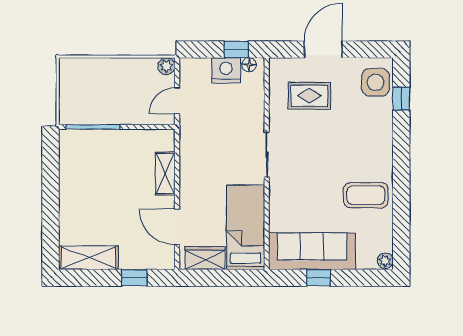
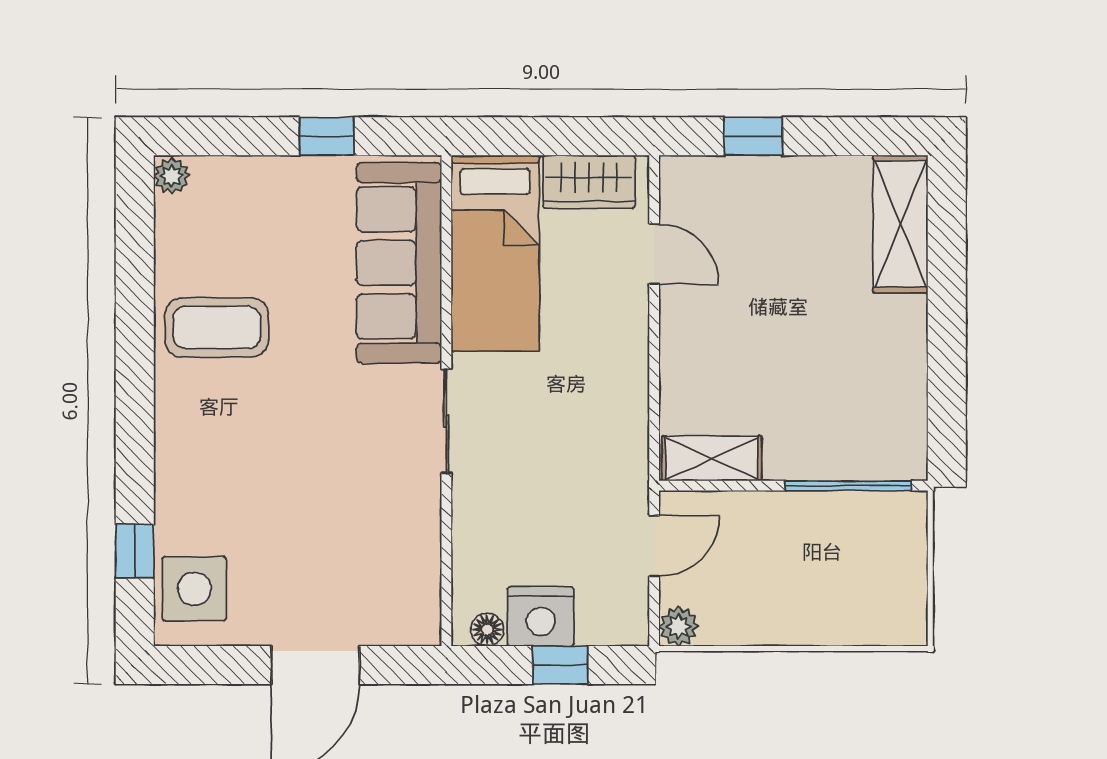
window: (236, 49) -> (560, 665), moved
rug: (309, 96) -> (348, 558), removed
shelving: (165, 174) -> (712, 458), moved, turned 90
door: (177, 227) -> (654, 254), width x0.73
sofa: (312, 251) -> (399, 263), moved, turned 90
shelving: (88, 258) -> (900, 224), moved, turned 90

